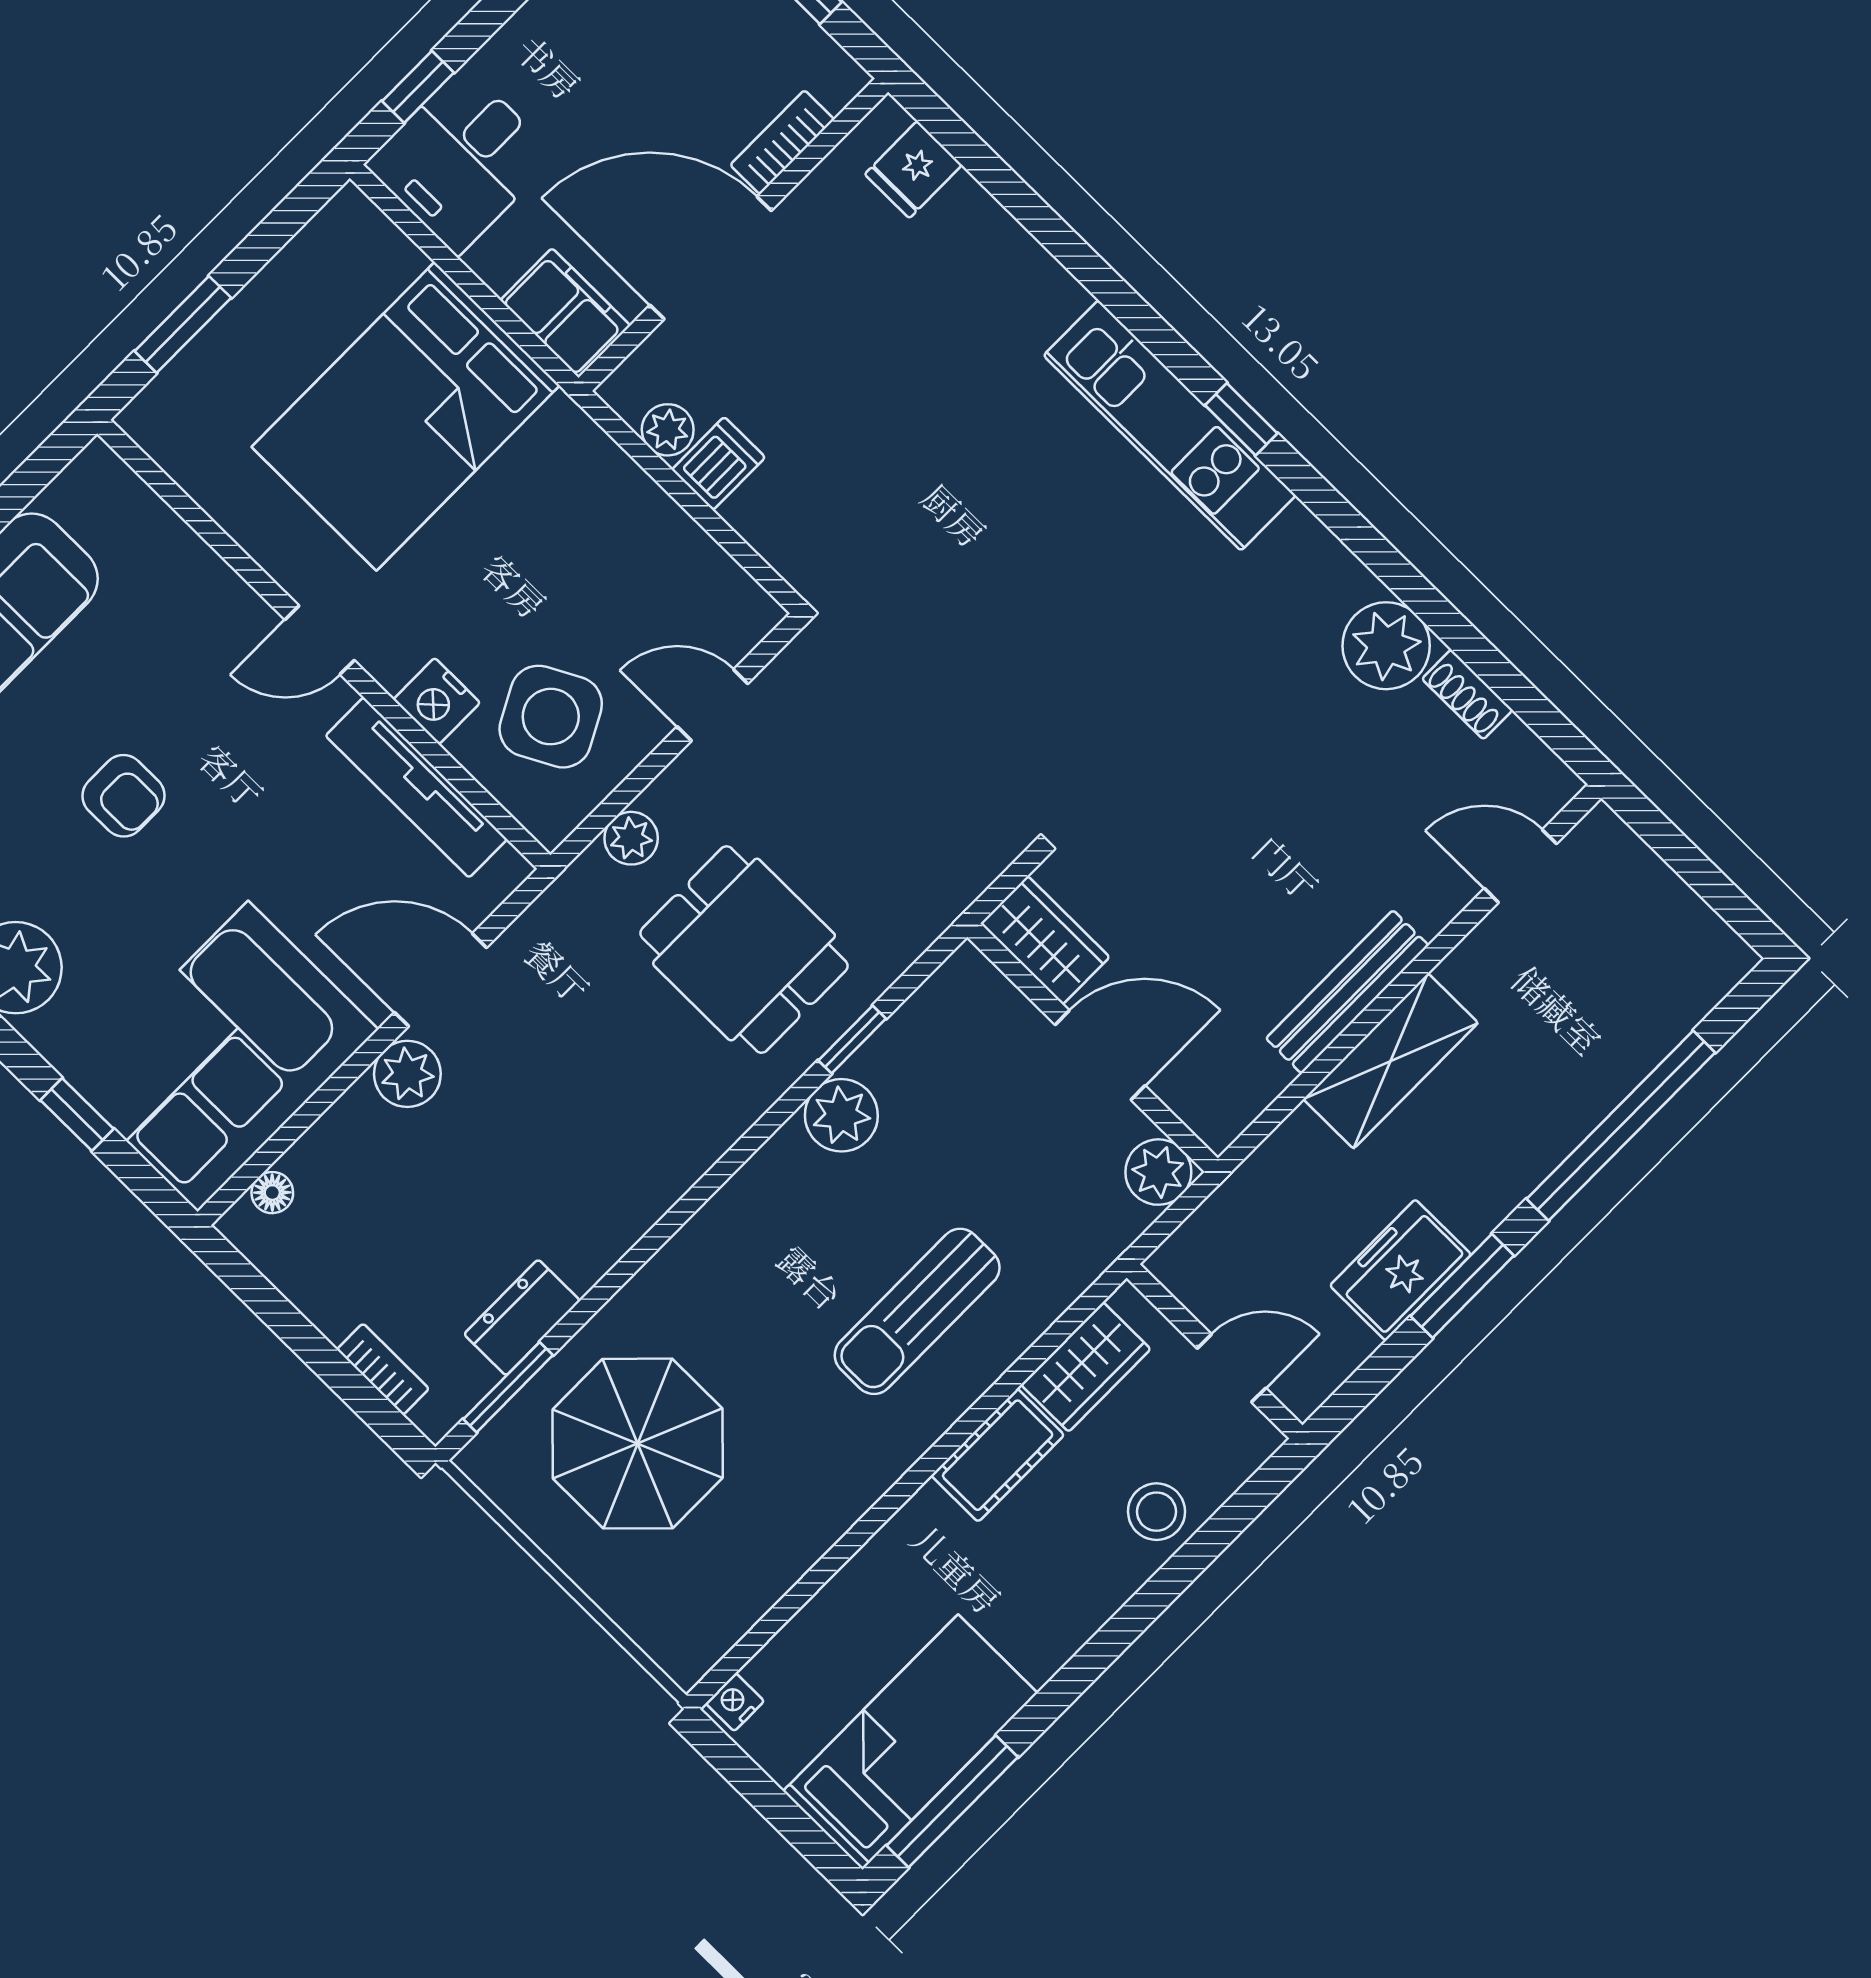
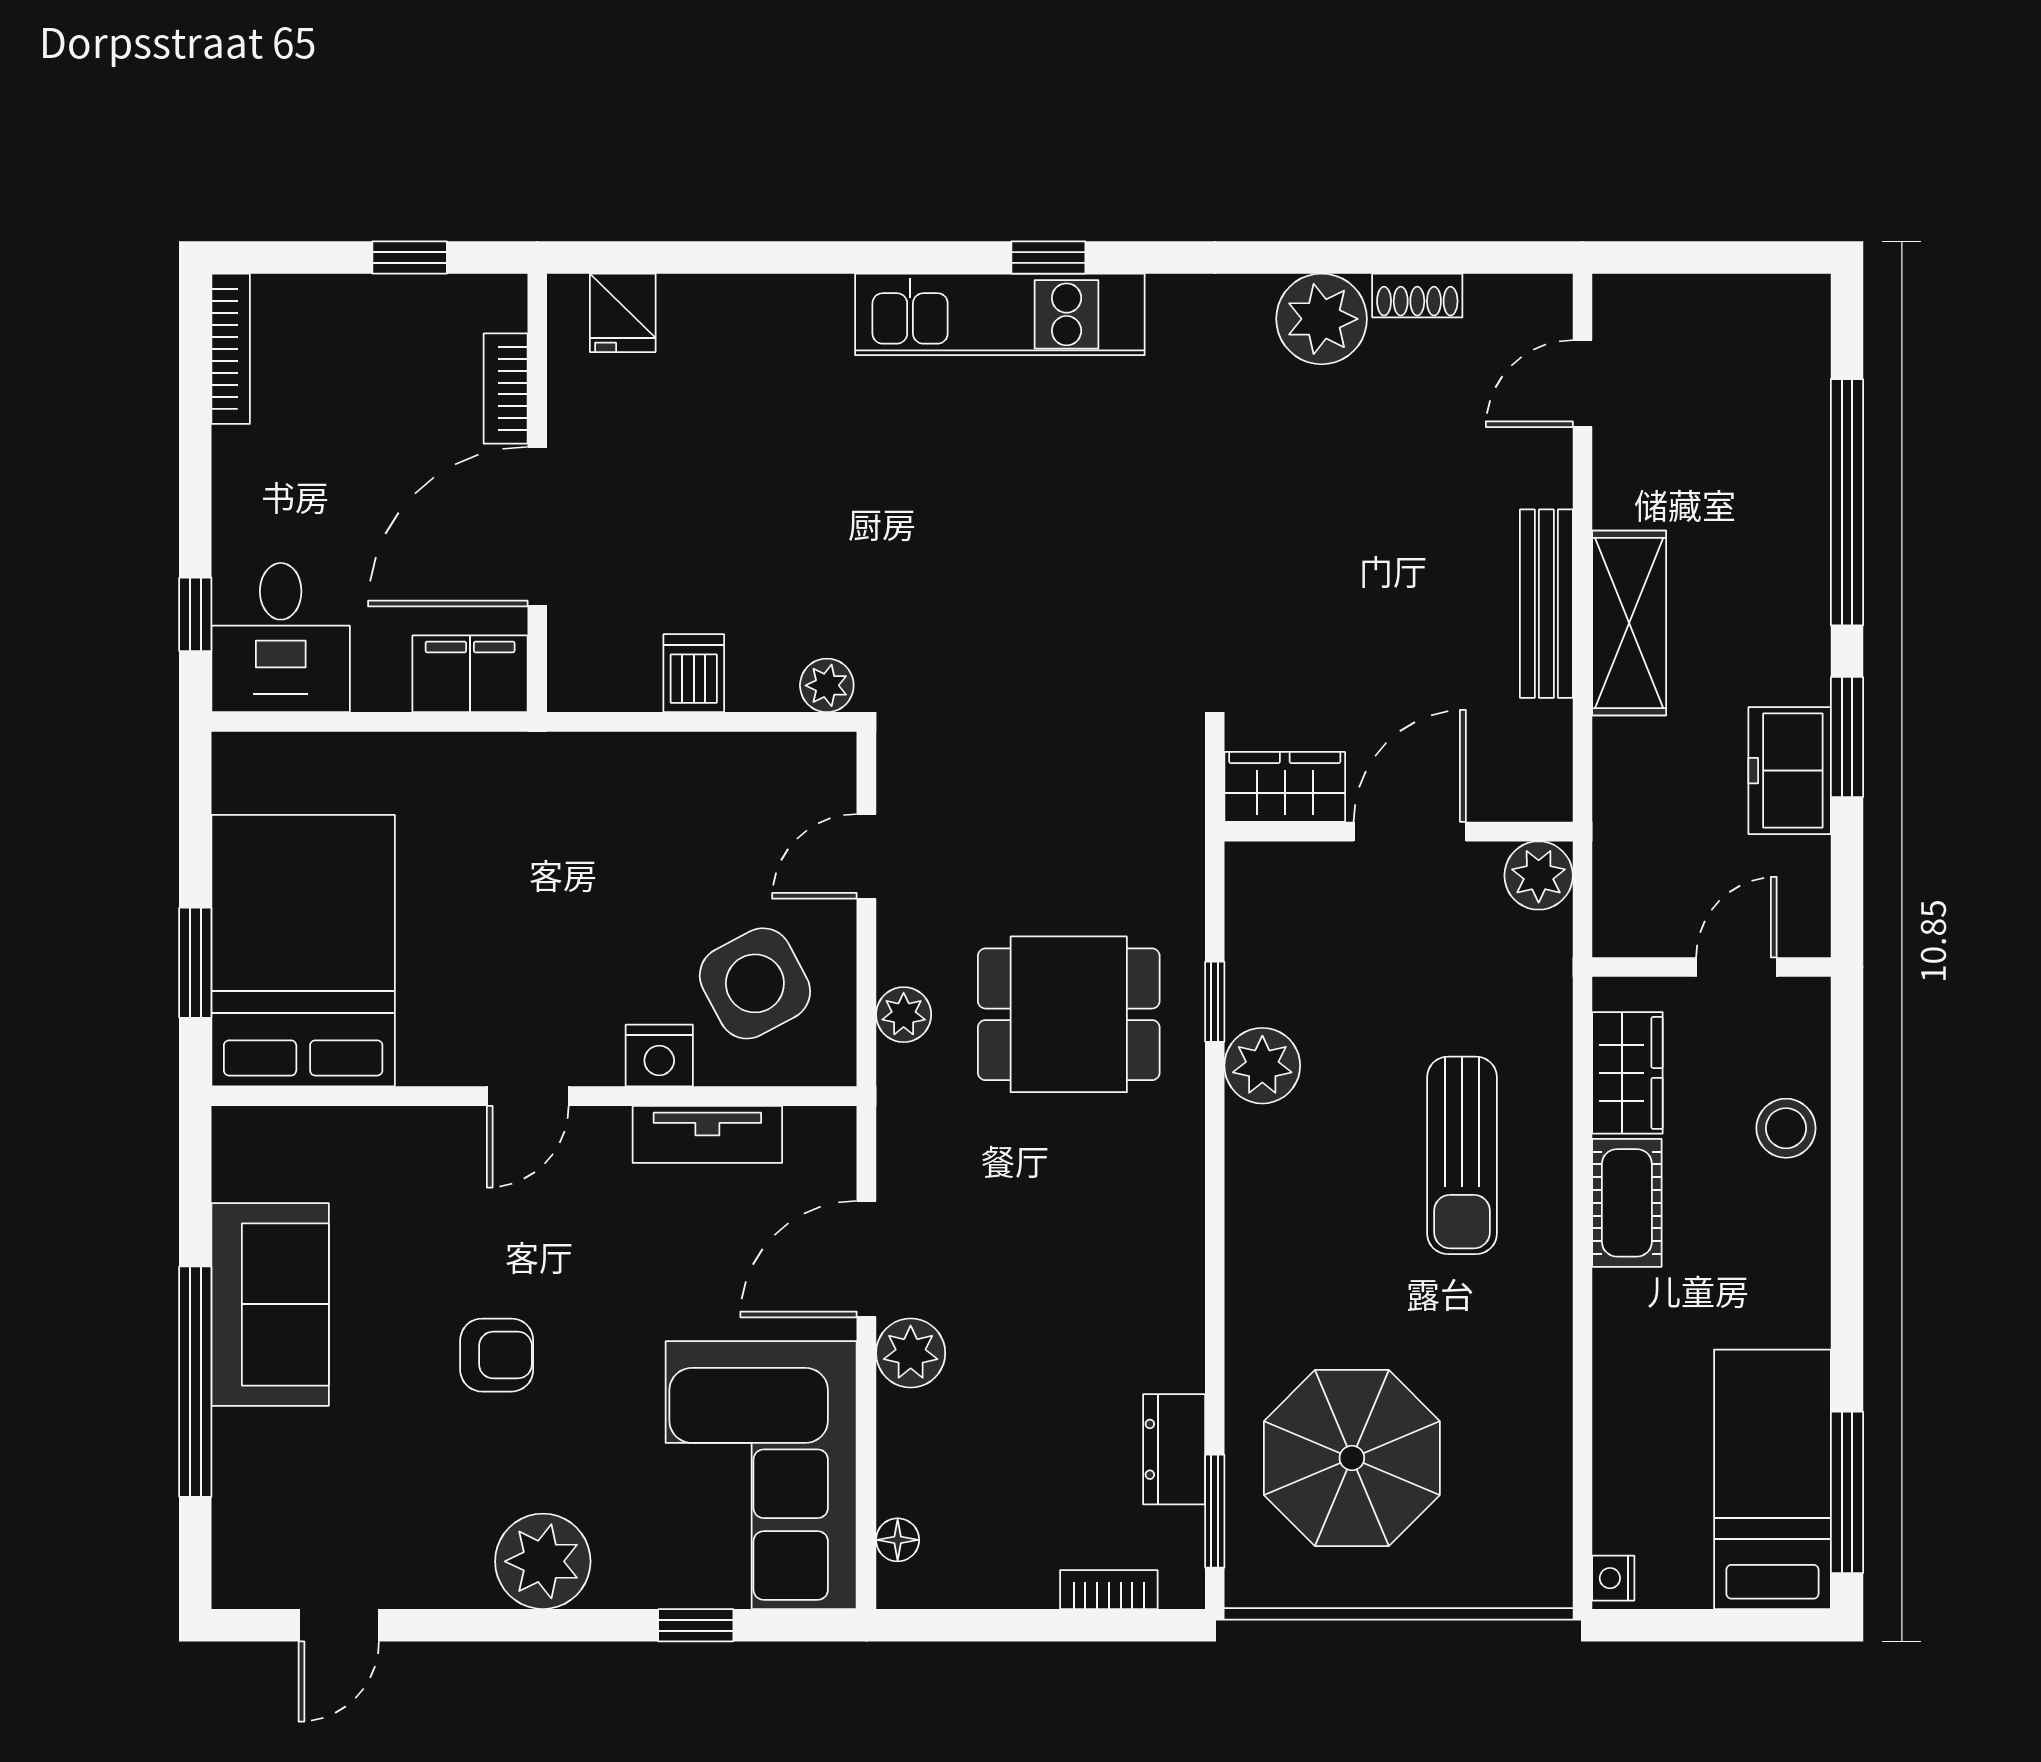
bed: (406, 416) -> (303, 951), moved, turned 180
plant: (668, 430) -> (827, 685), moved
tv unit: (416, 787) -> (707, 1134), width x0.71

